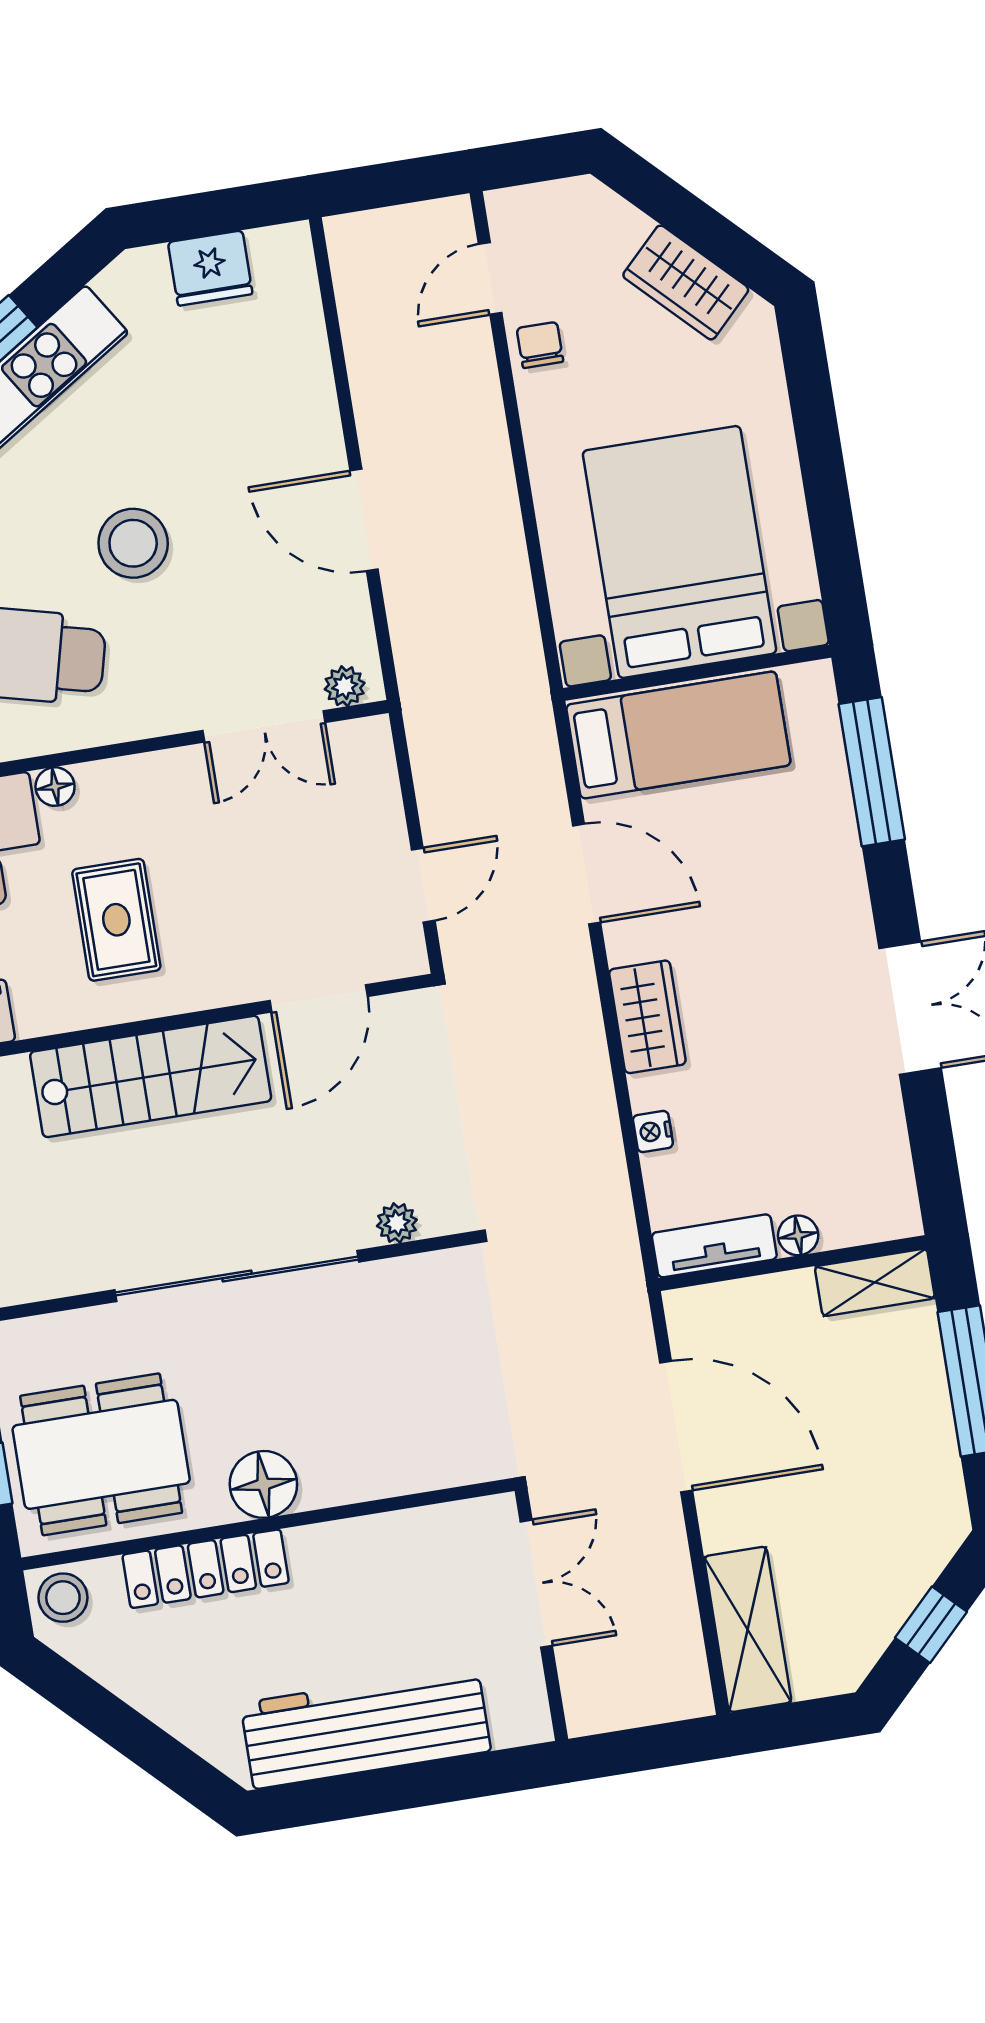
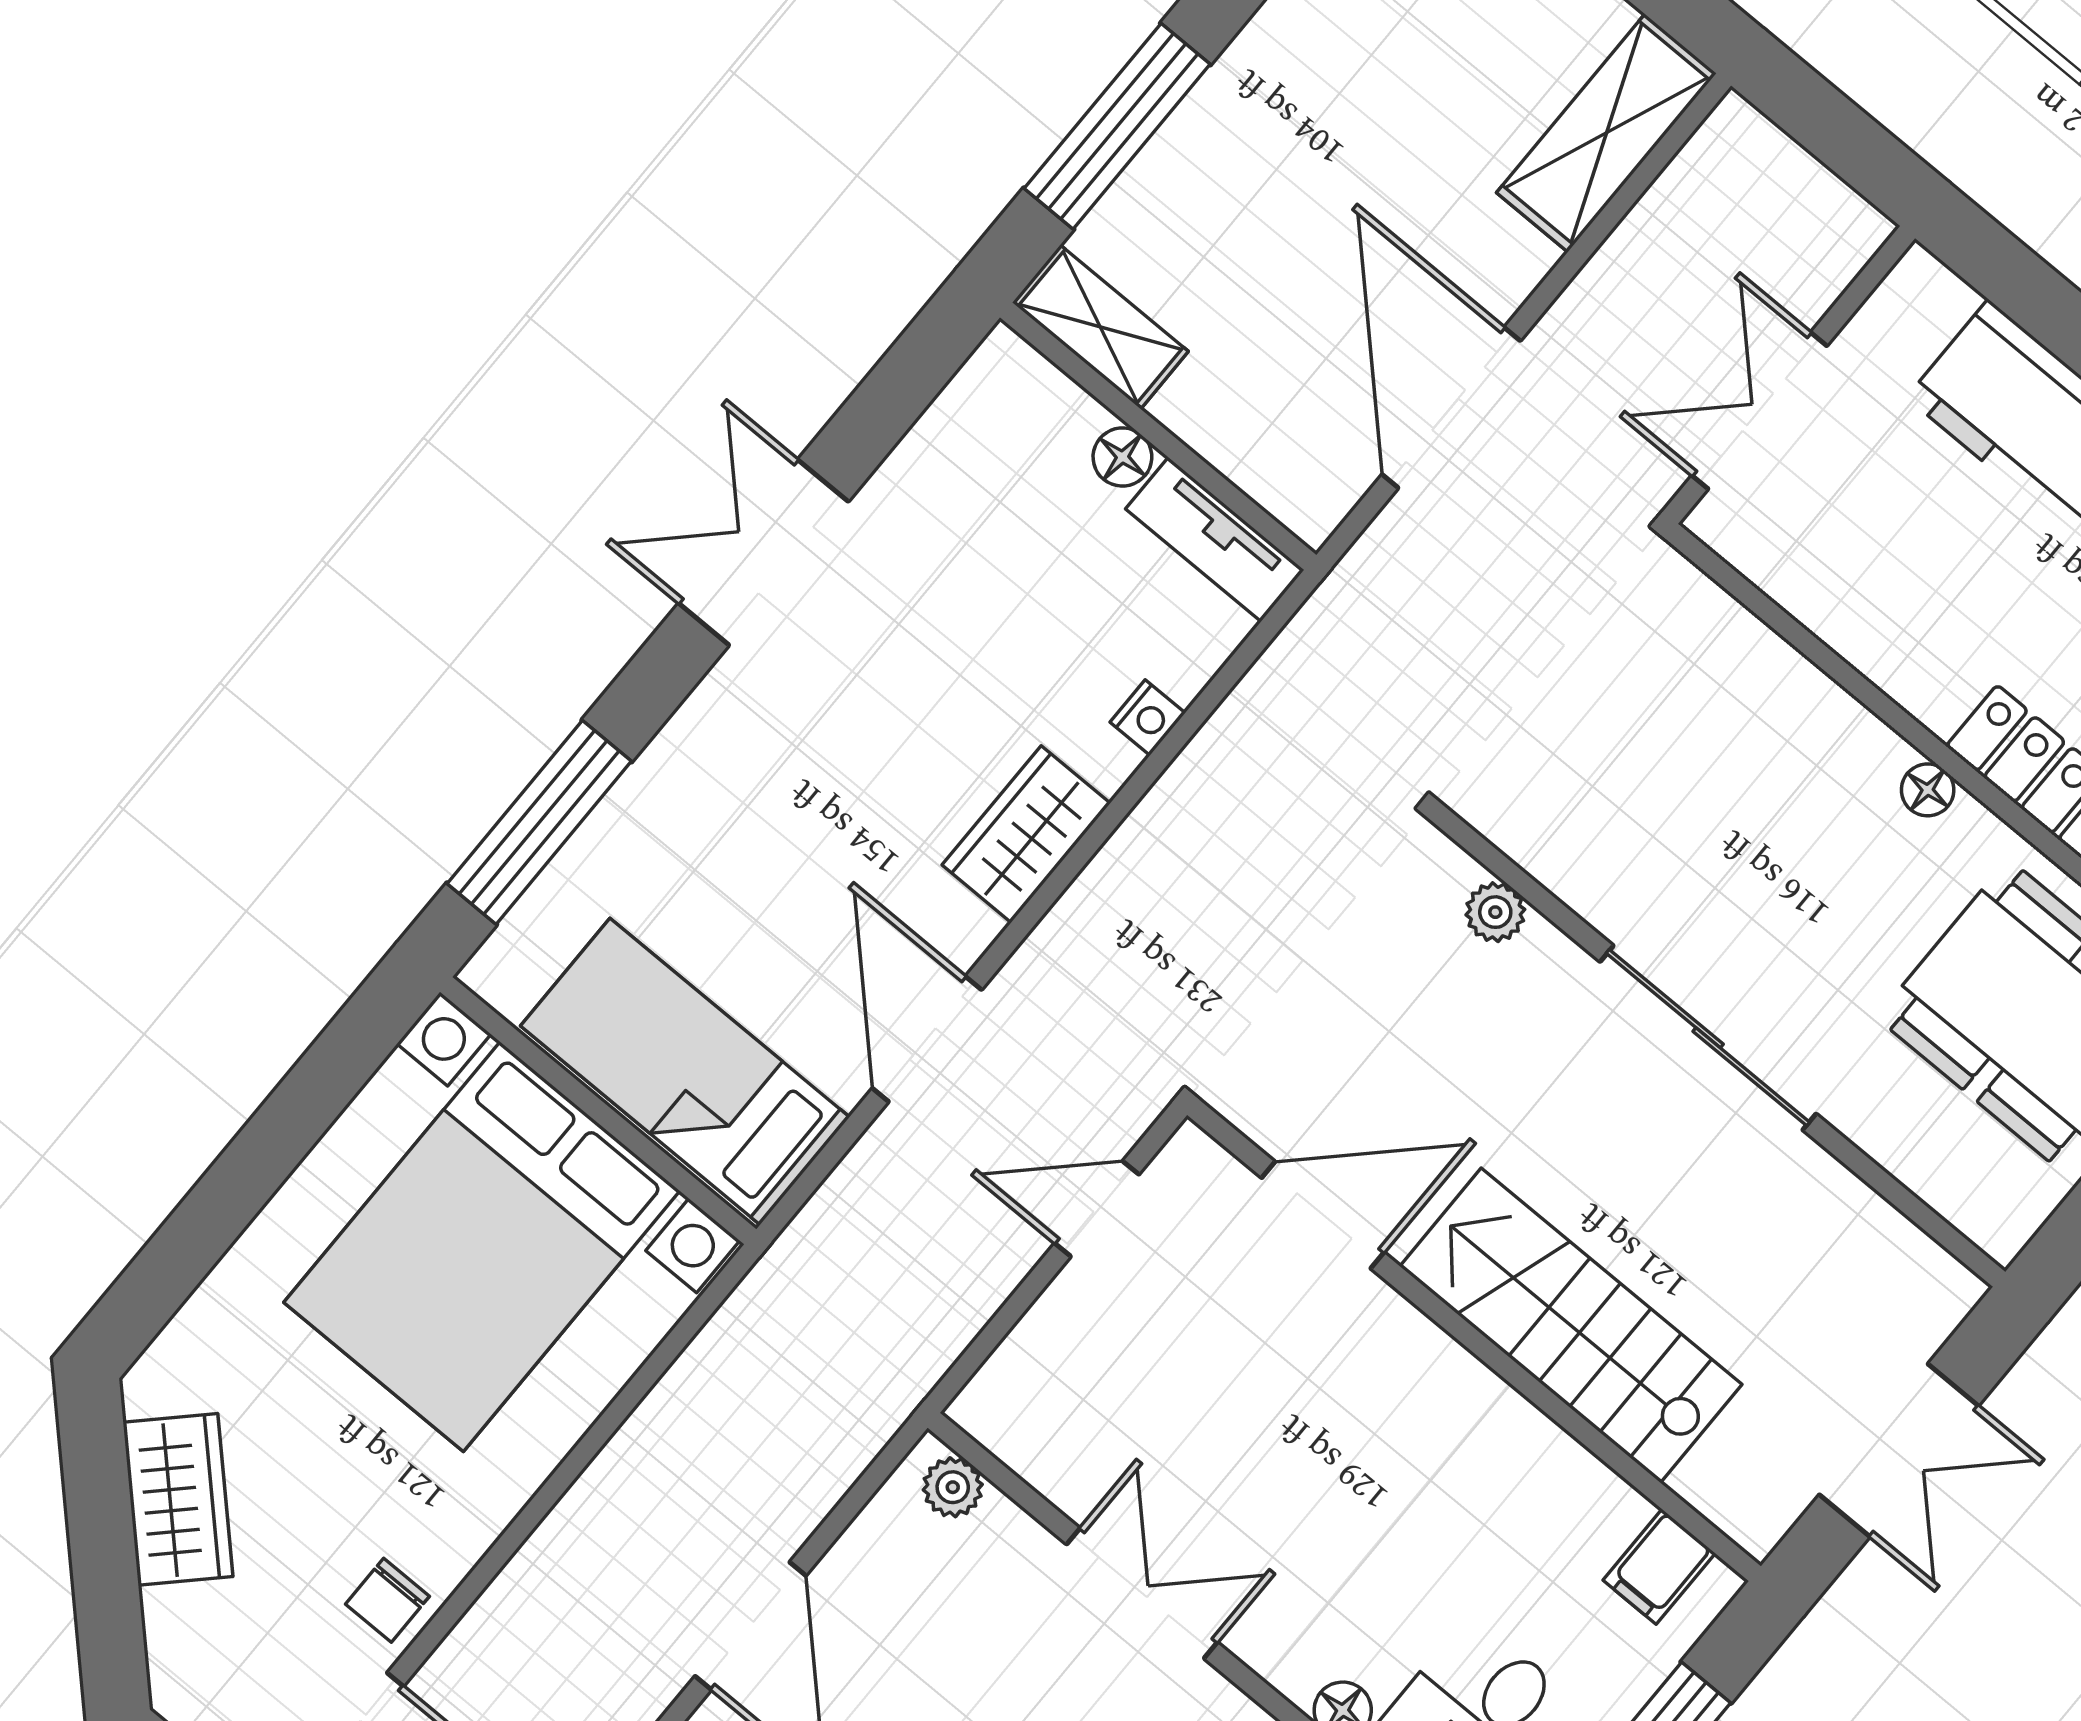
double door: (264, 726) -> (1142, 1593), moved
rug: (116, 920) -> (1431, 1514), removed
sliding door: (237, 1276) -> (1708, 1038), width x0.73
floor lamp: (263, 1484) -> (1928, 790), width x0.53, depth x0.53

